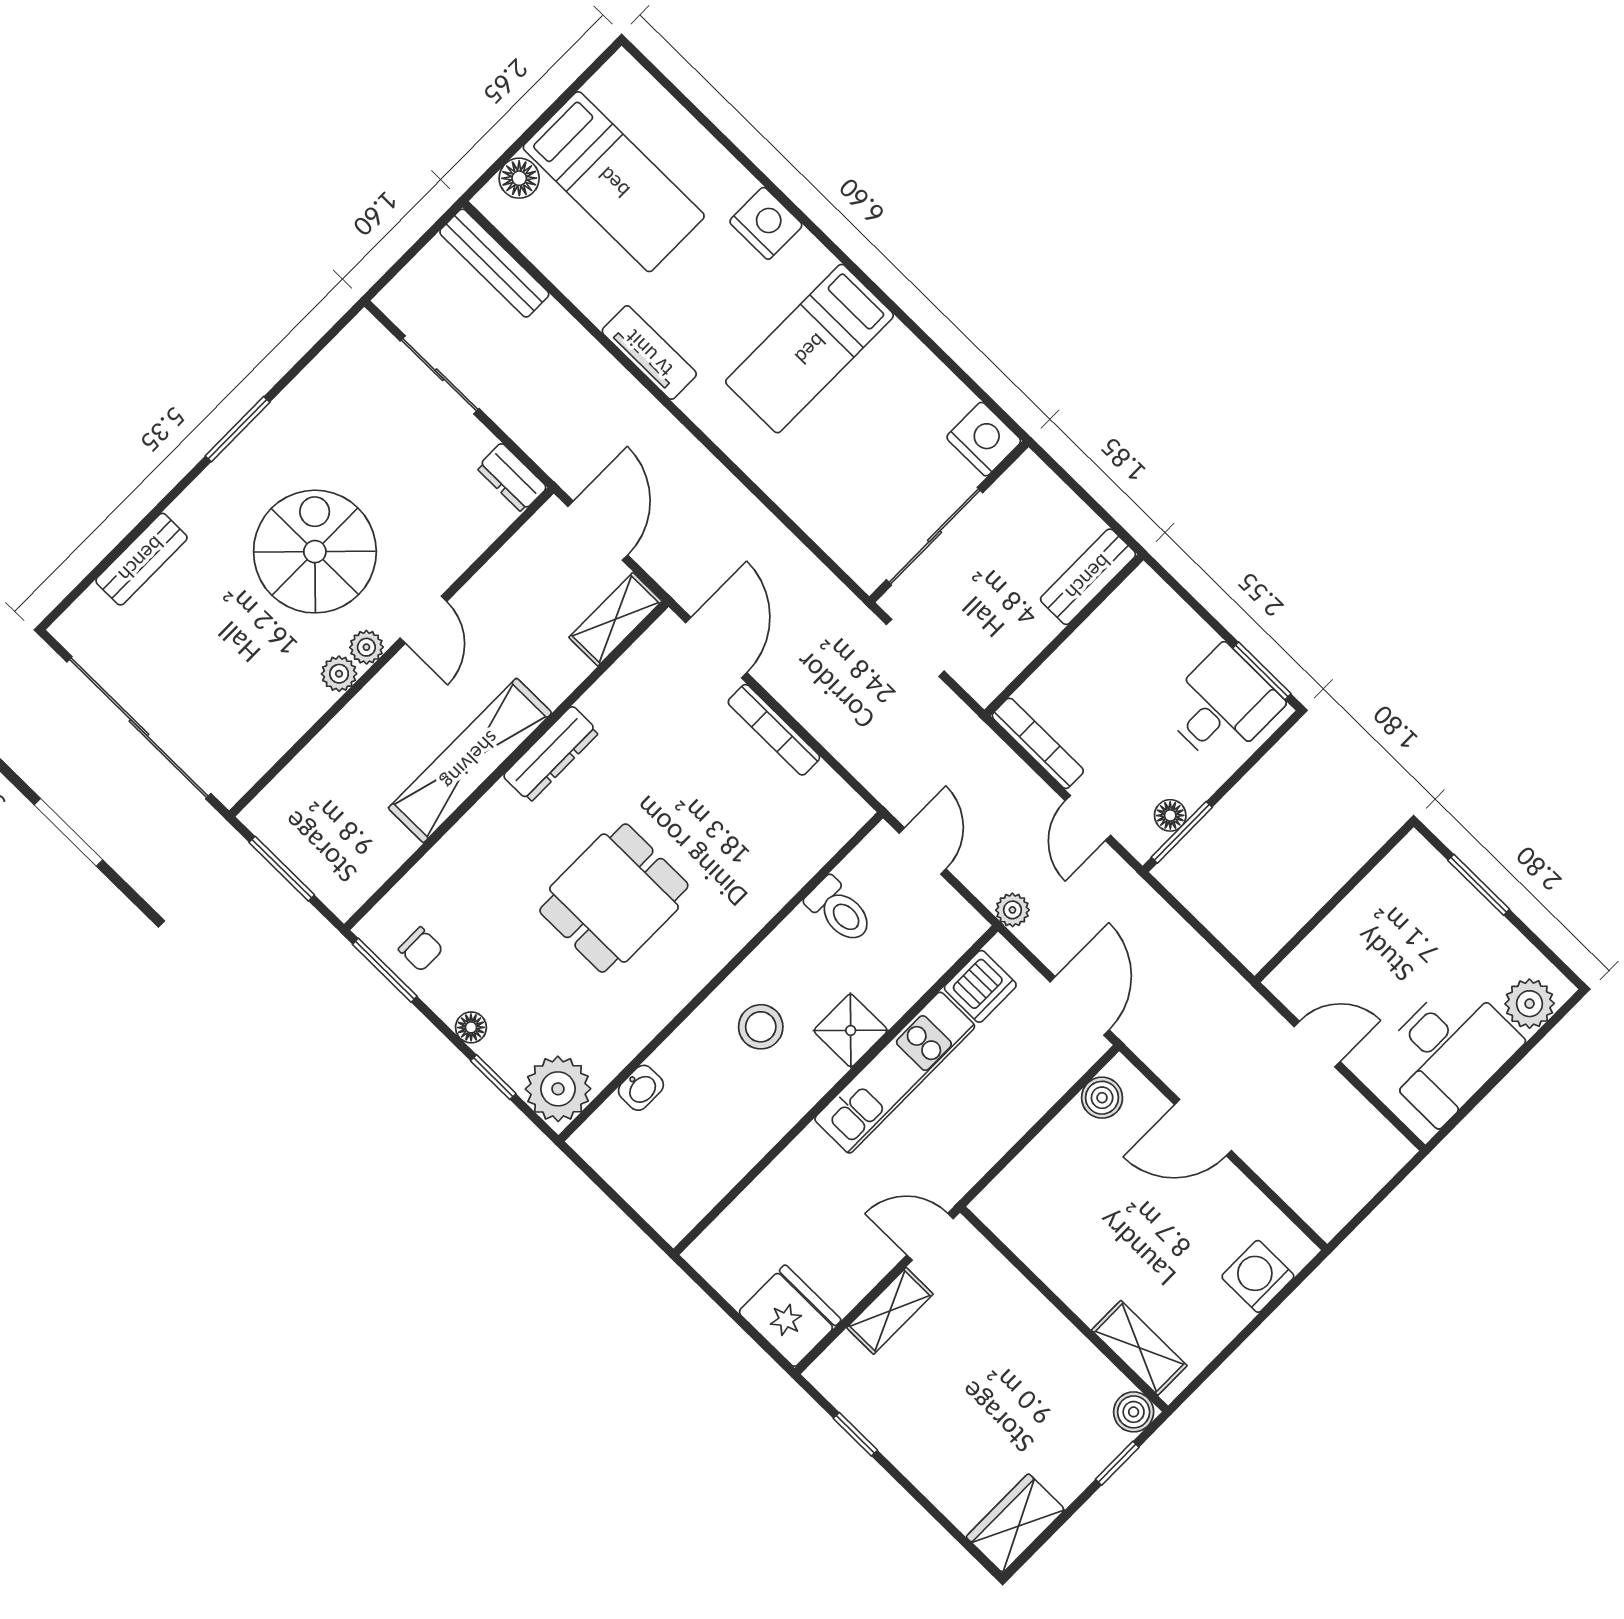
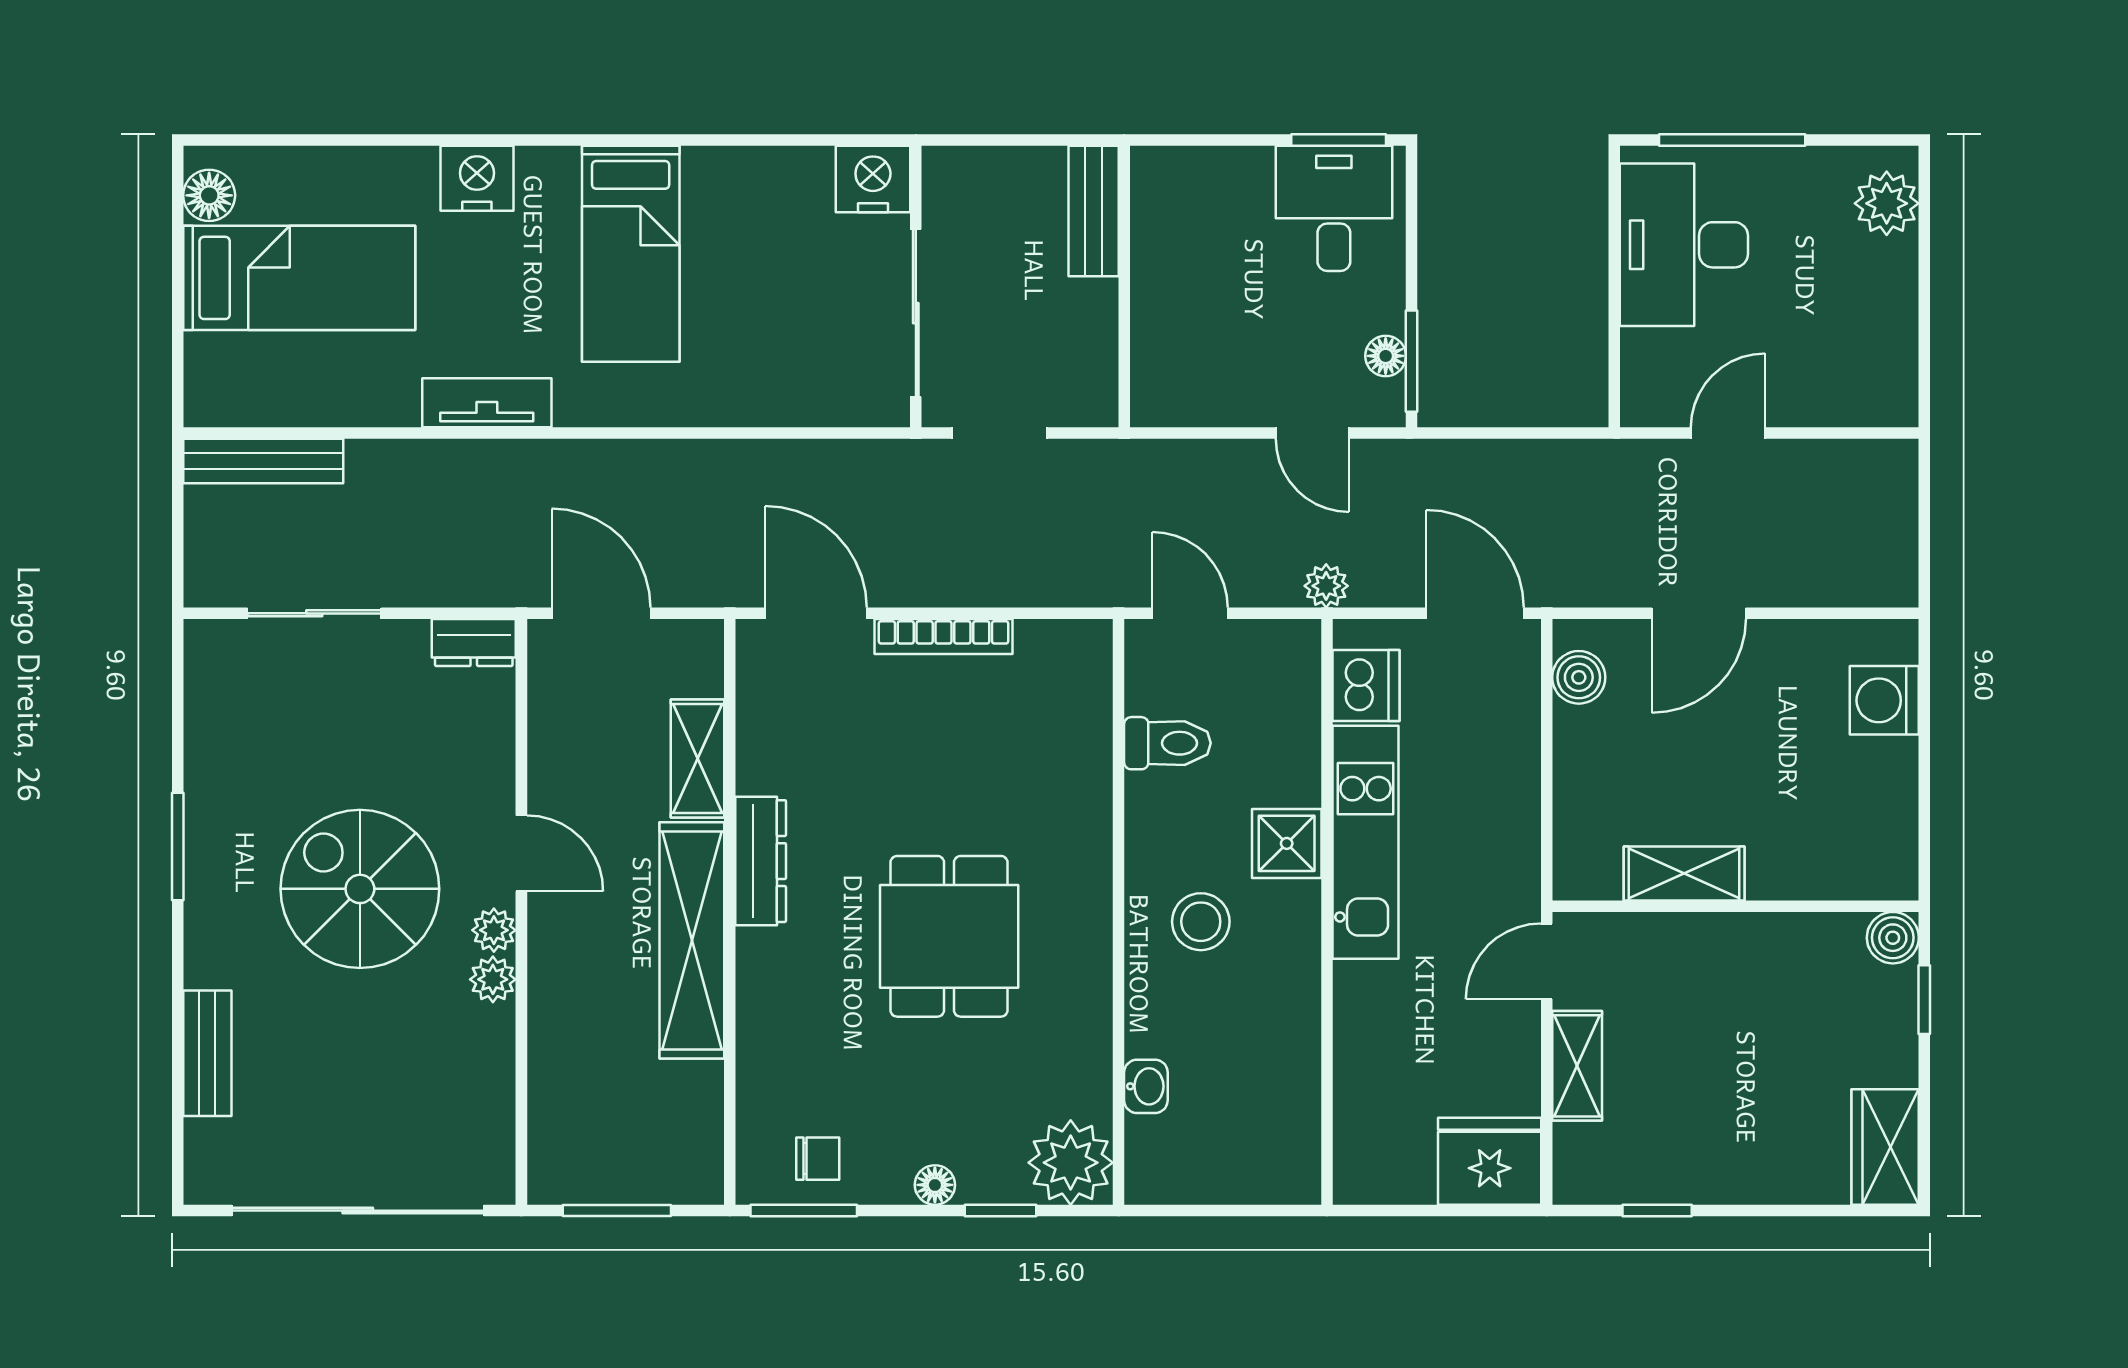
floor lamp: (519, 178) -> (209, 195), moved
shelving: (615, 619) -> (698, 758), moved
bookcase: (1038, 743) -> (1198, 410), removed
window: (1479, 885) -> (1732, 140), width x1.44
desk: (1448, 1051) -> (1684, 245), moved, turned 180
shelving: (1139, 1348) -> (1684, 874), moved

